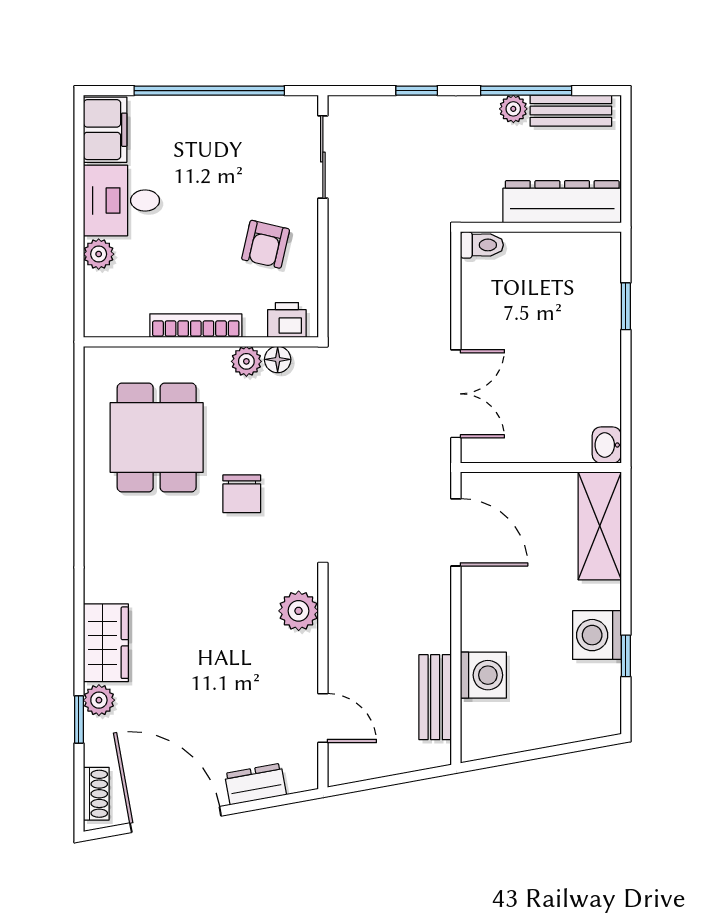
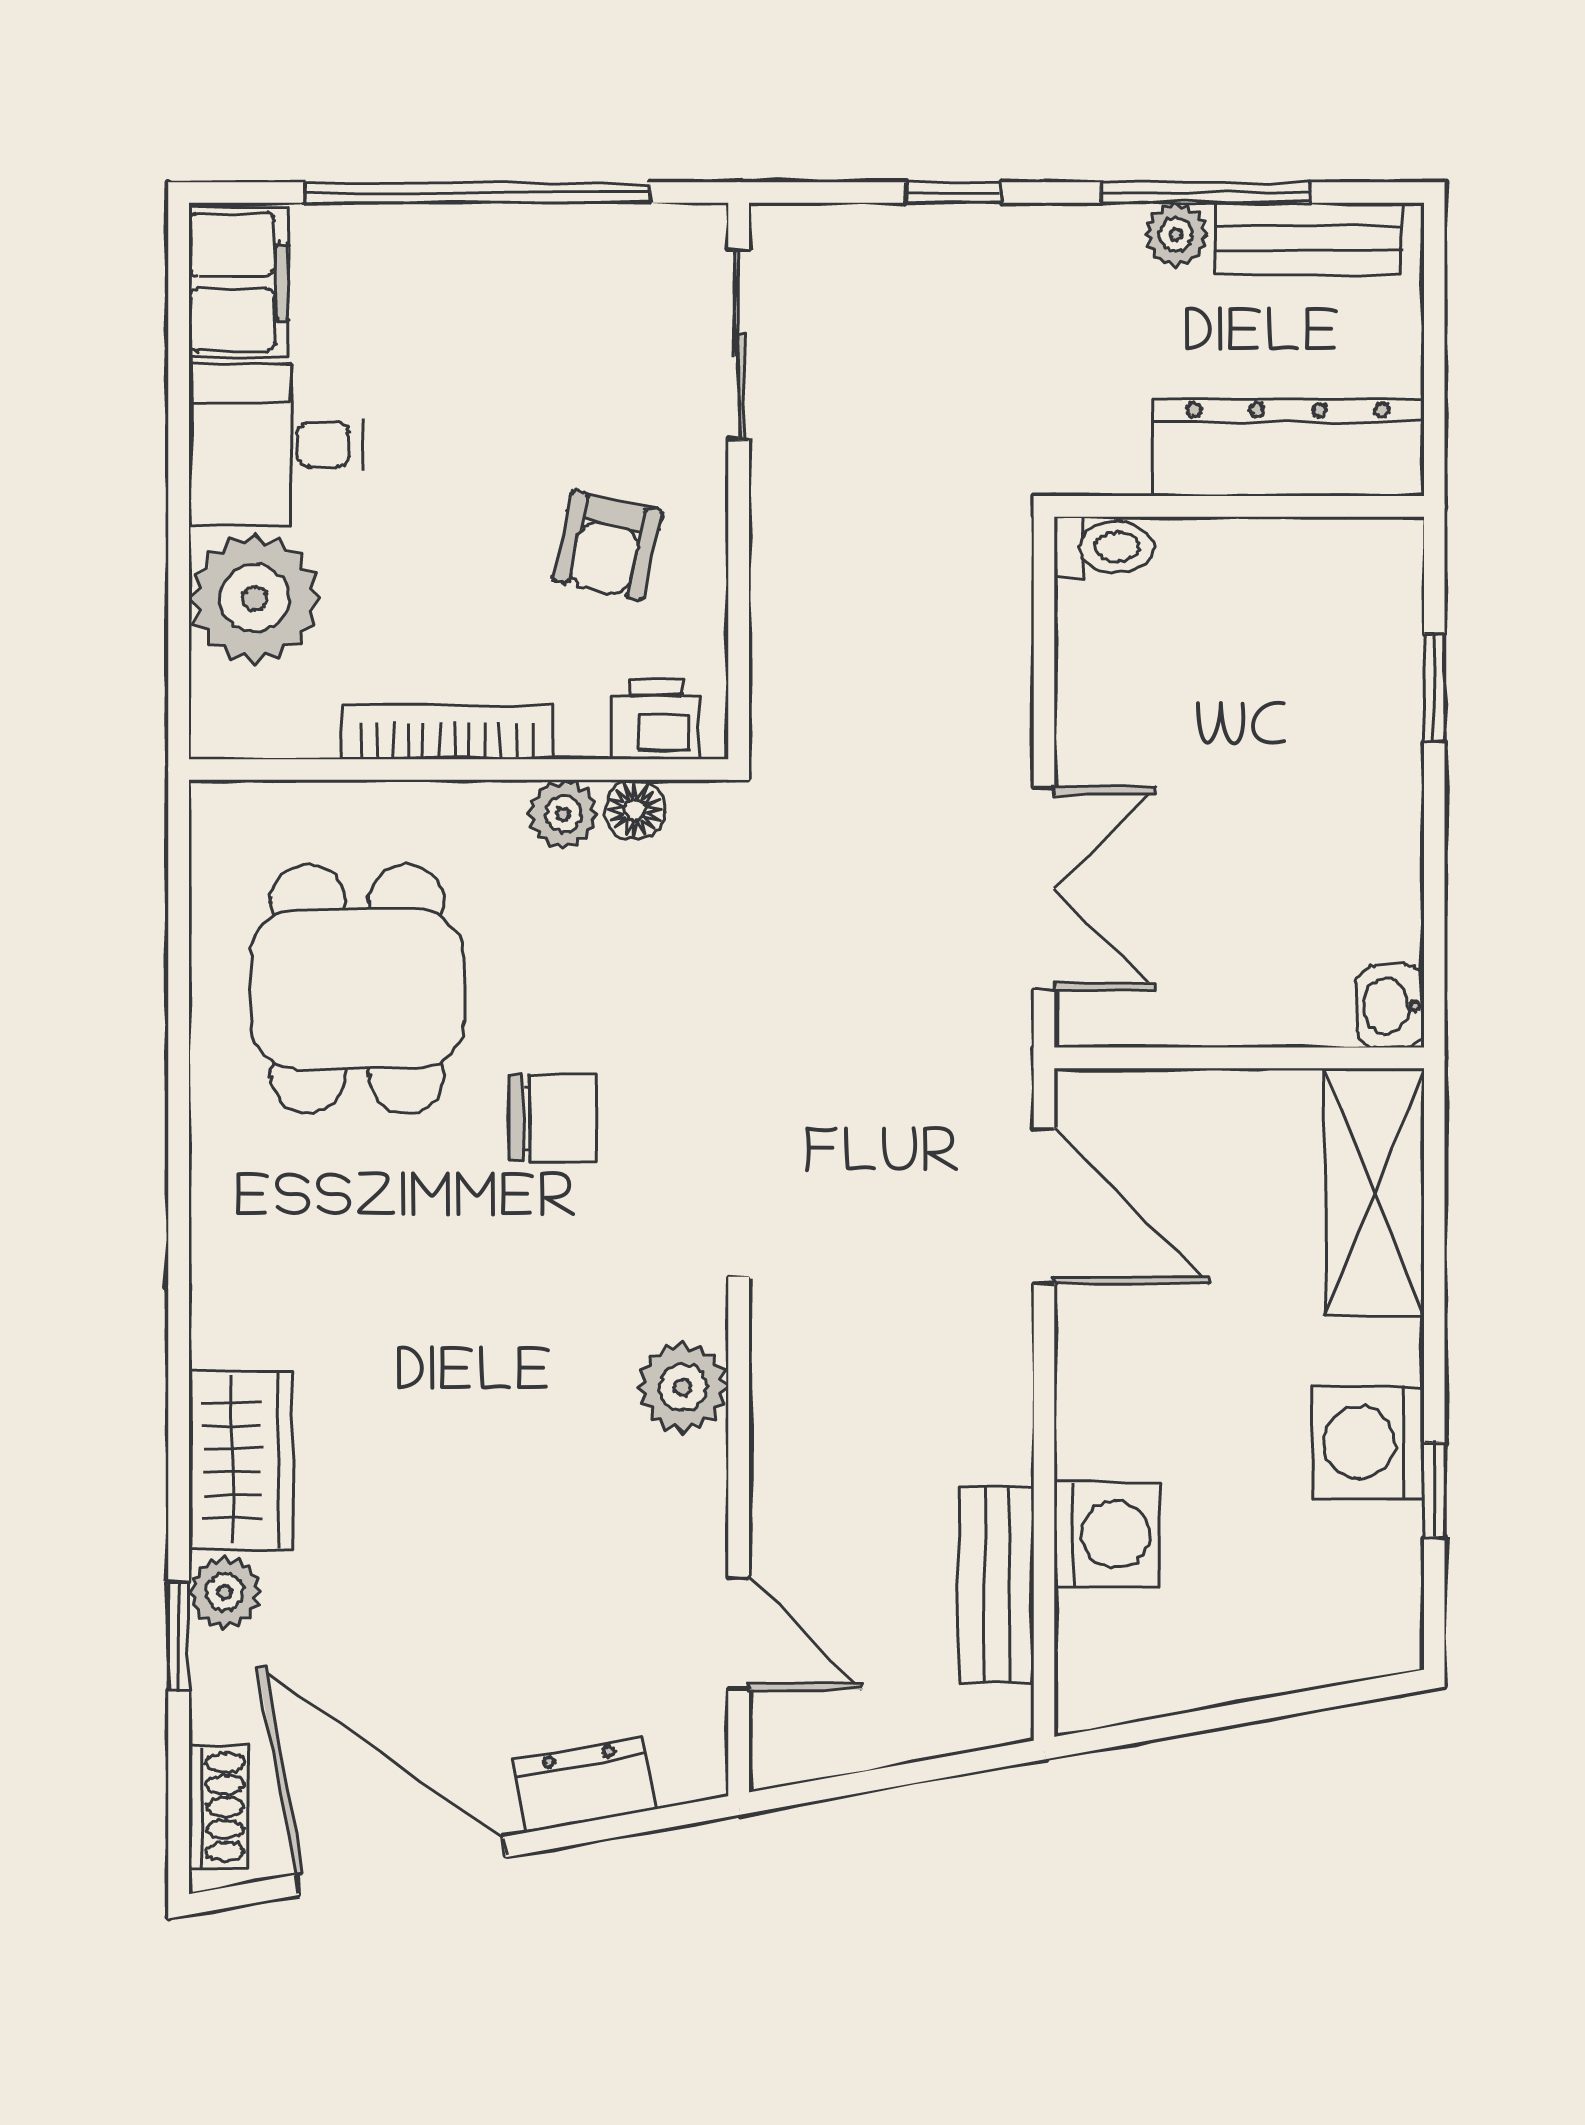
plant: (99, 254) -> (255, 598), width x1.87, depth x1.87
chair: (242, 494) -> (552, 1118), turned -90

